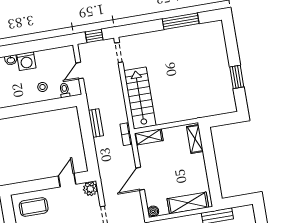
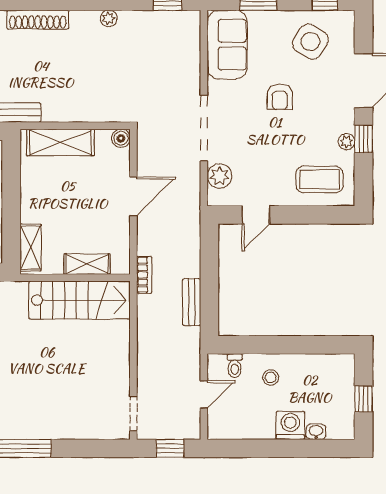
stairs: (140, 98) -> (80, 300), moved, turned -90
shelving: (149, 137) -> (87, 264), moved
plant: (90, 189) -> (219, 176), moved

